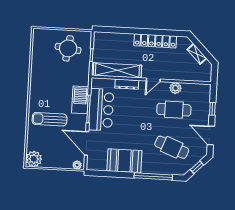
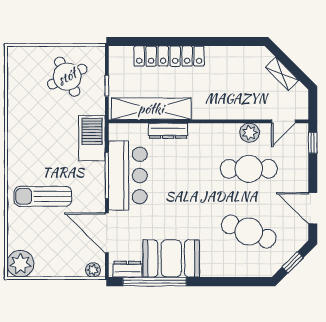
locker: (155, 41) -> (169, 56), moved
round table: (68, 48) -> (67, 77), turned -35
door: (153, 80) -> (283, 121), moved
barbecue: (80, 100) -> (92, 138), moved
window: (212, 109) -> (313, 143), moved
dresser: (98, 166) -> (127, 269), added
window: (153, 176) -> (155, 282), moved

